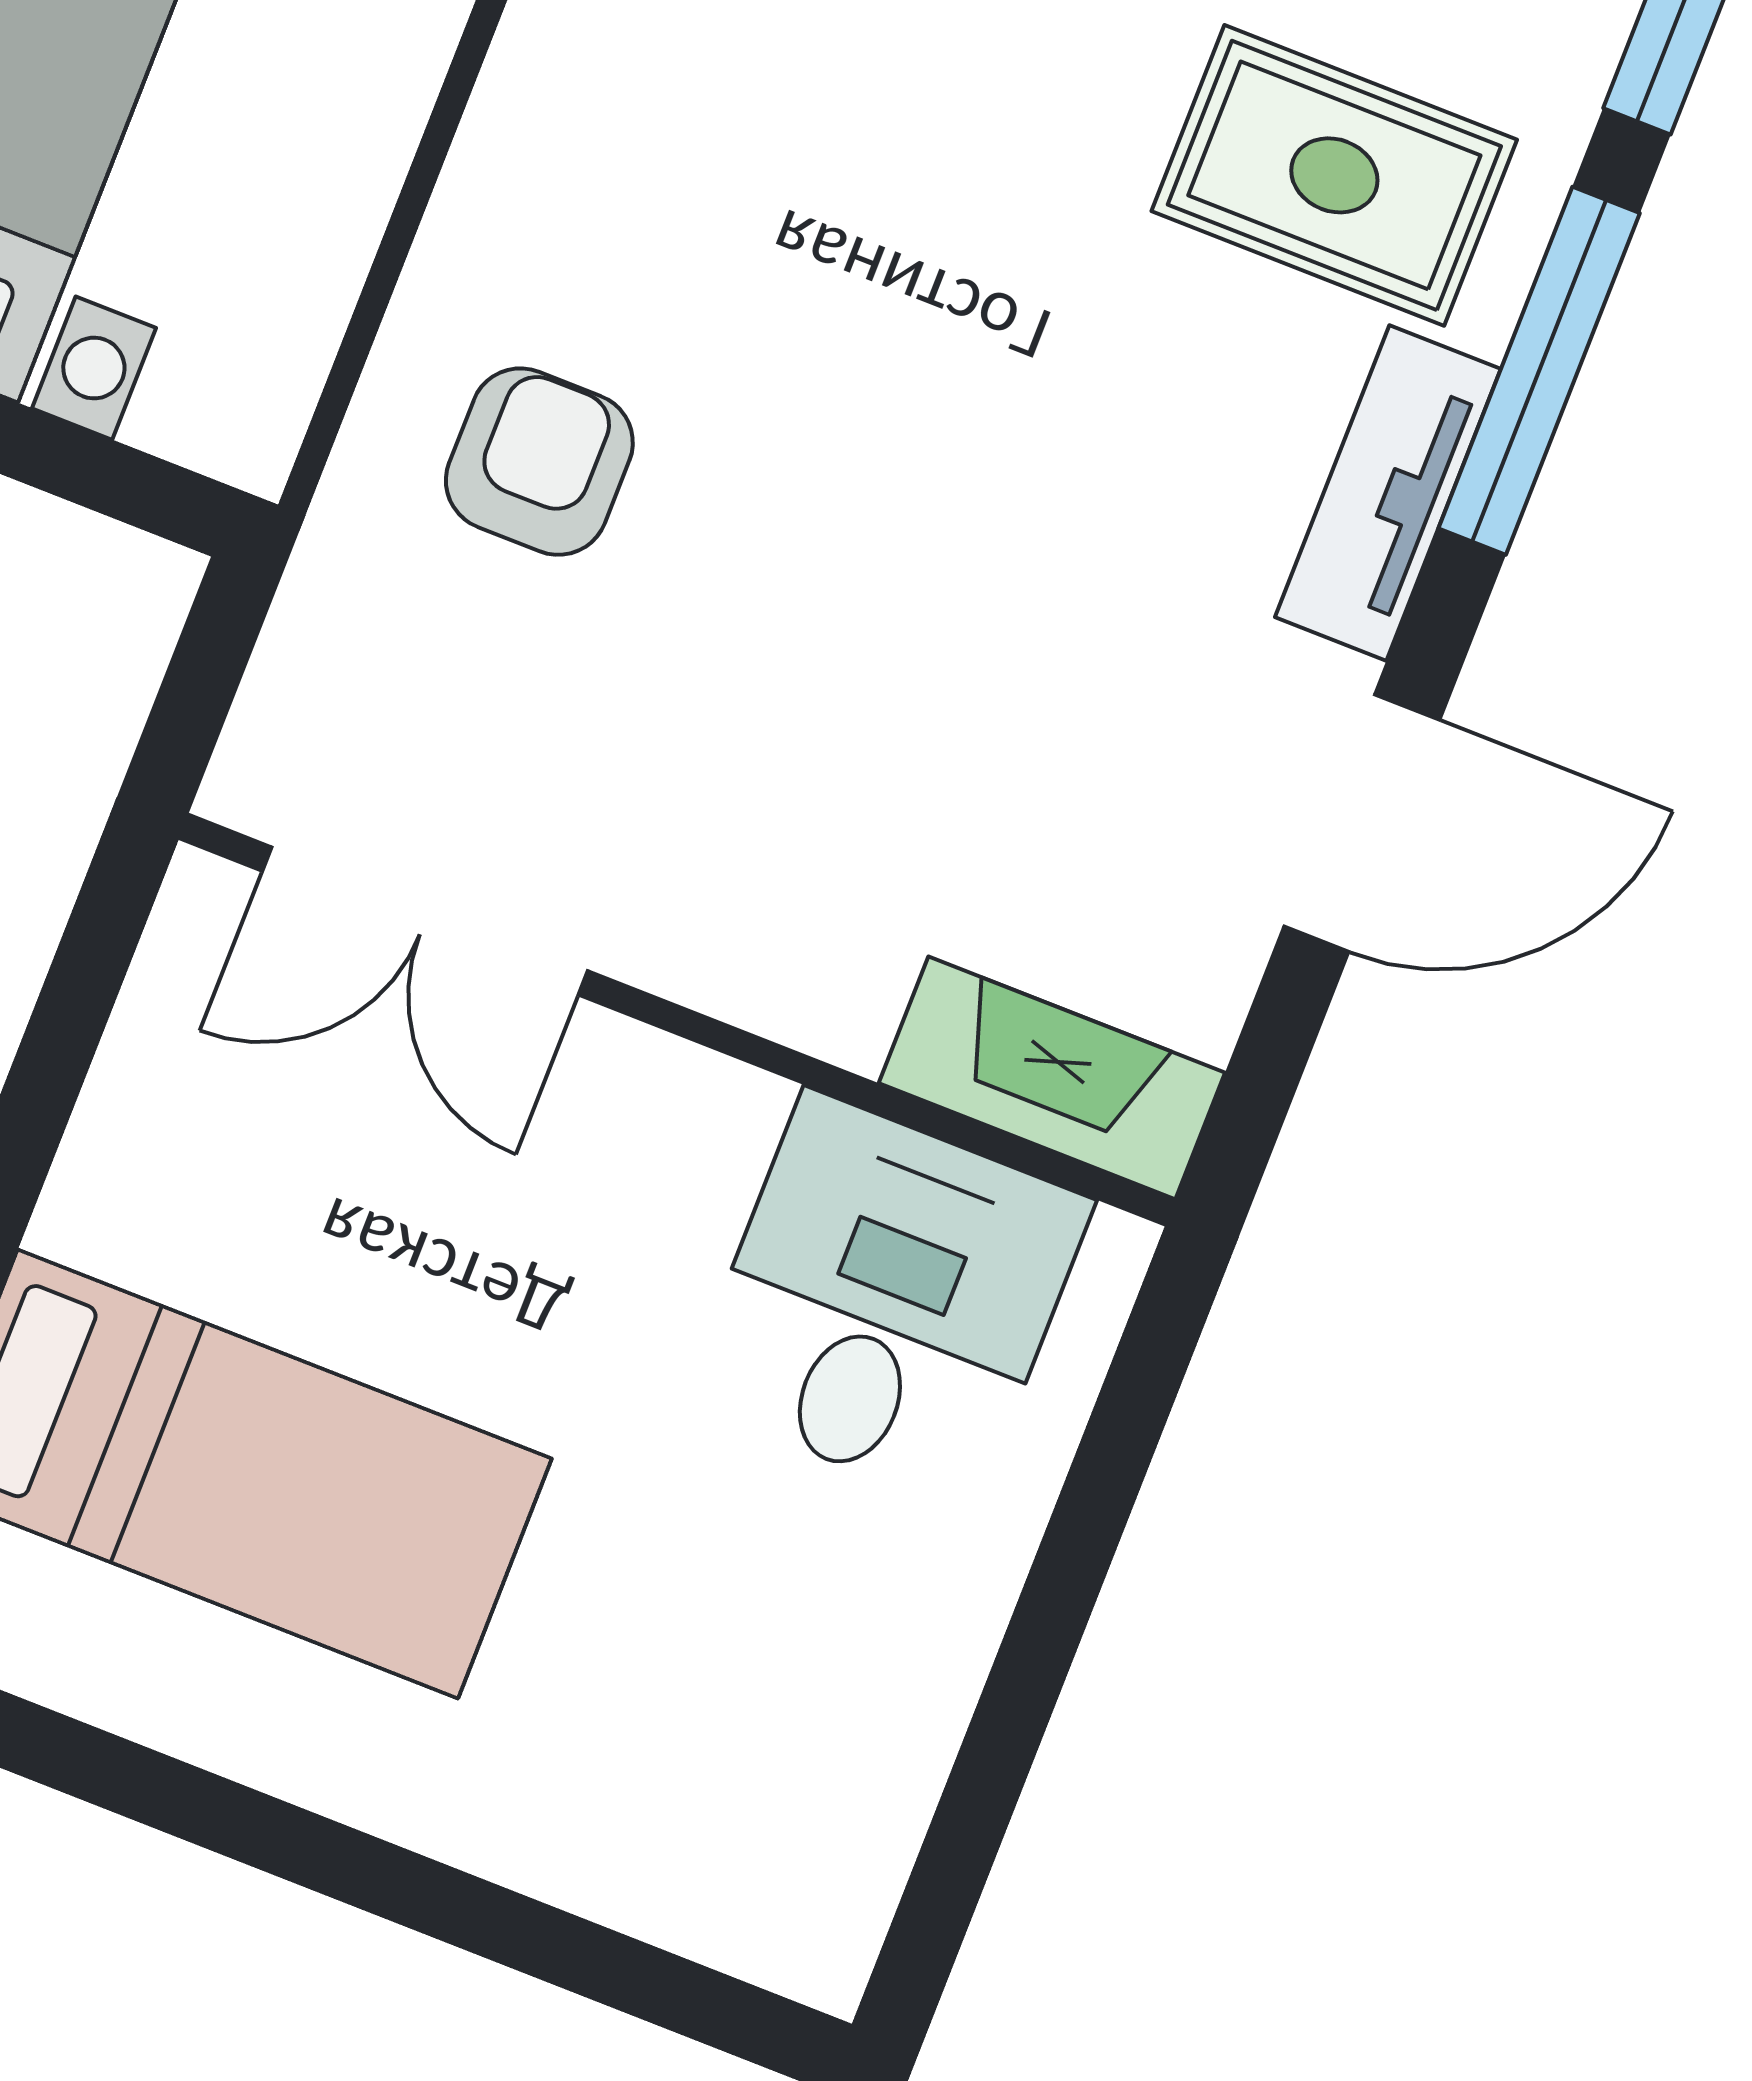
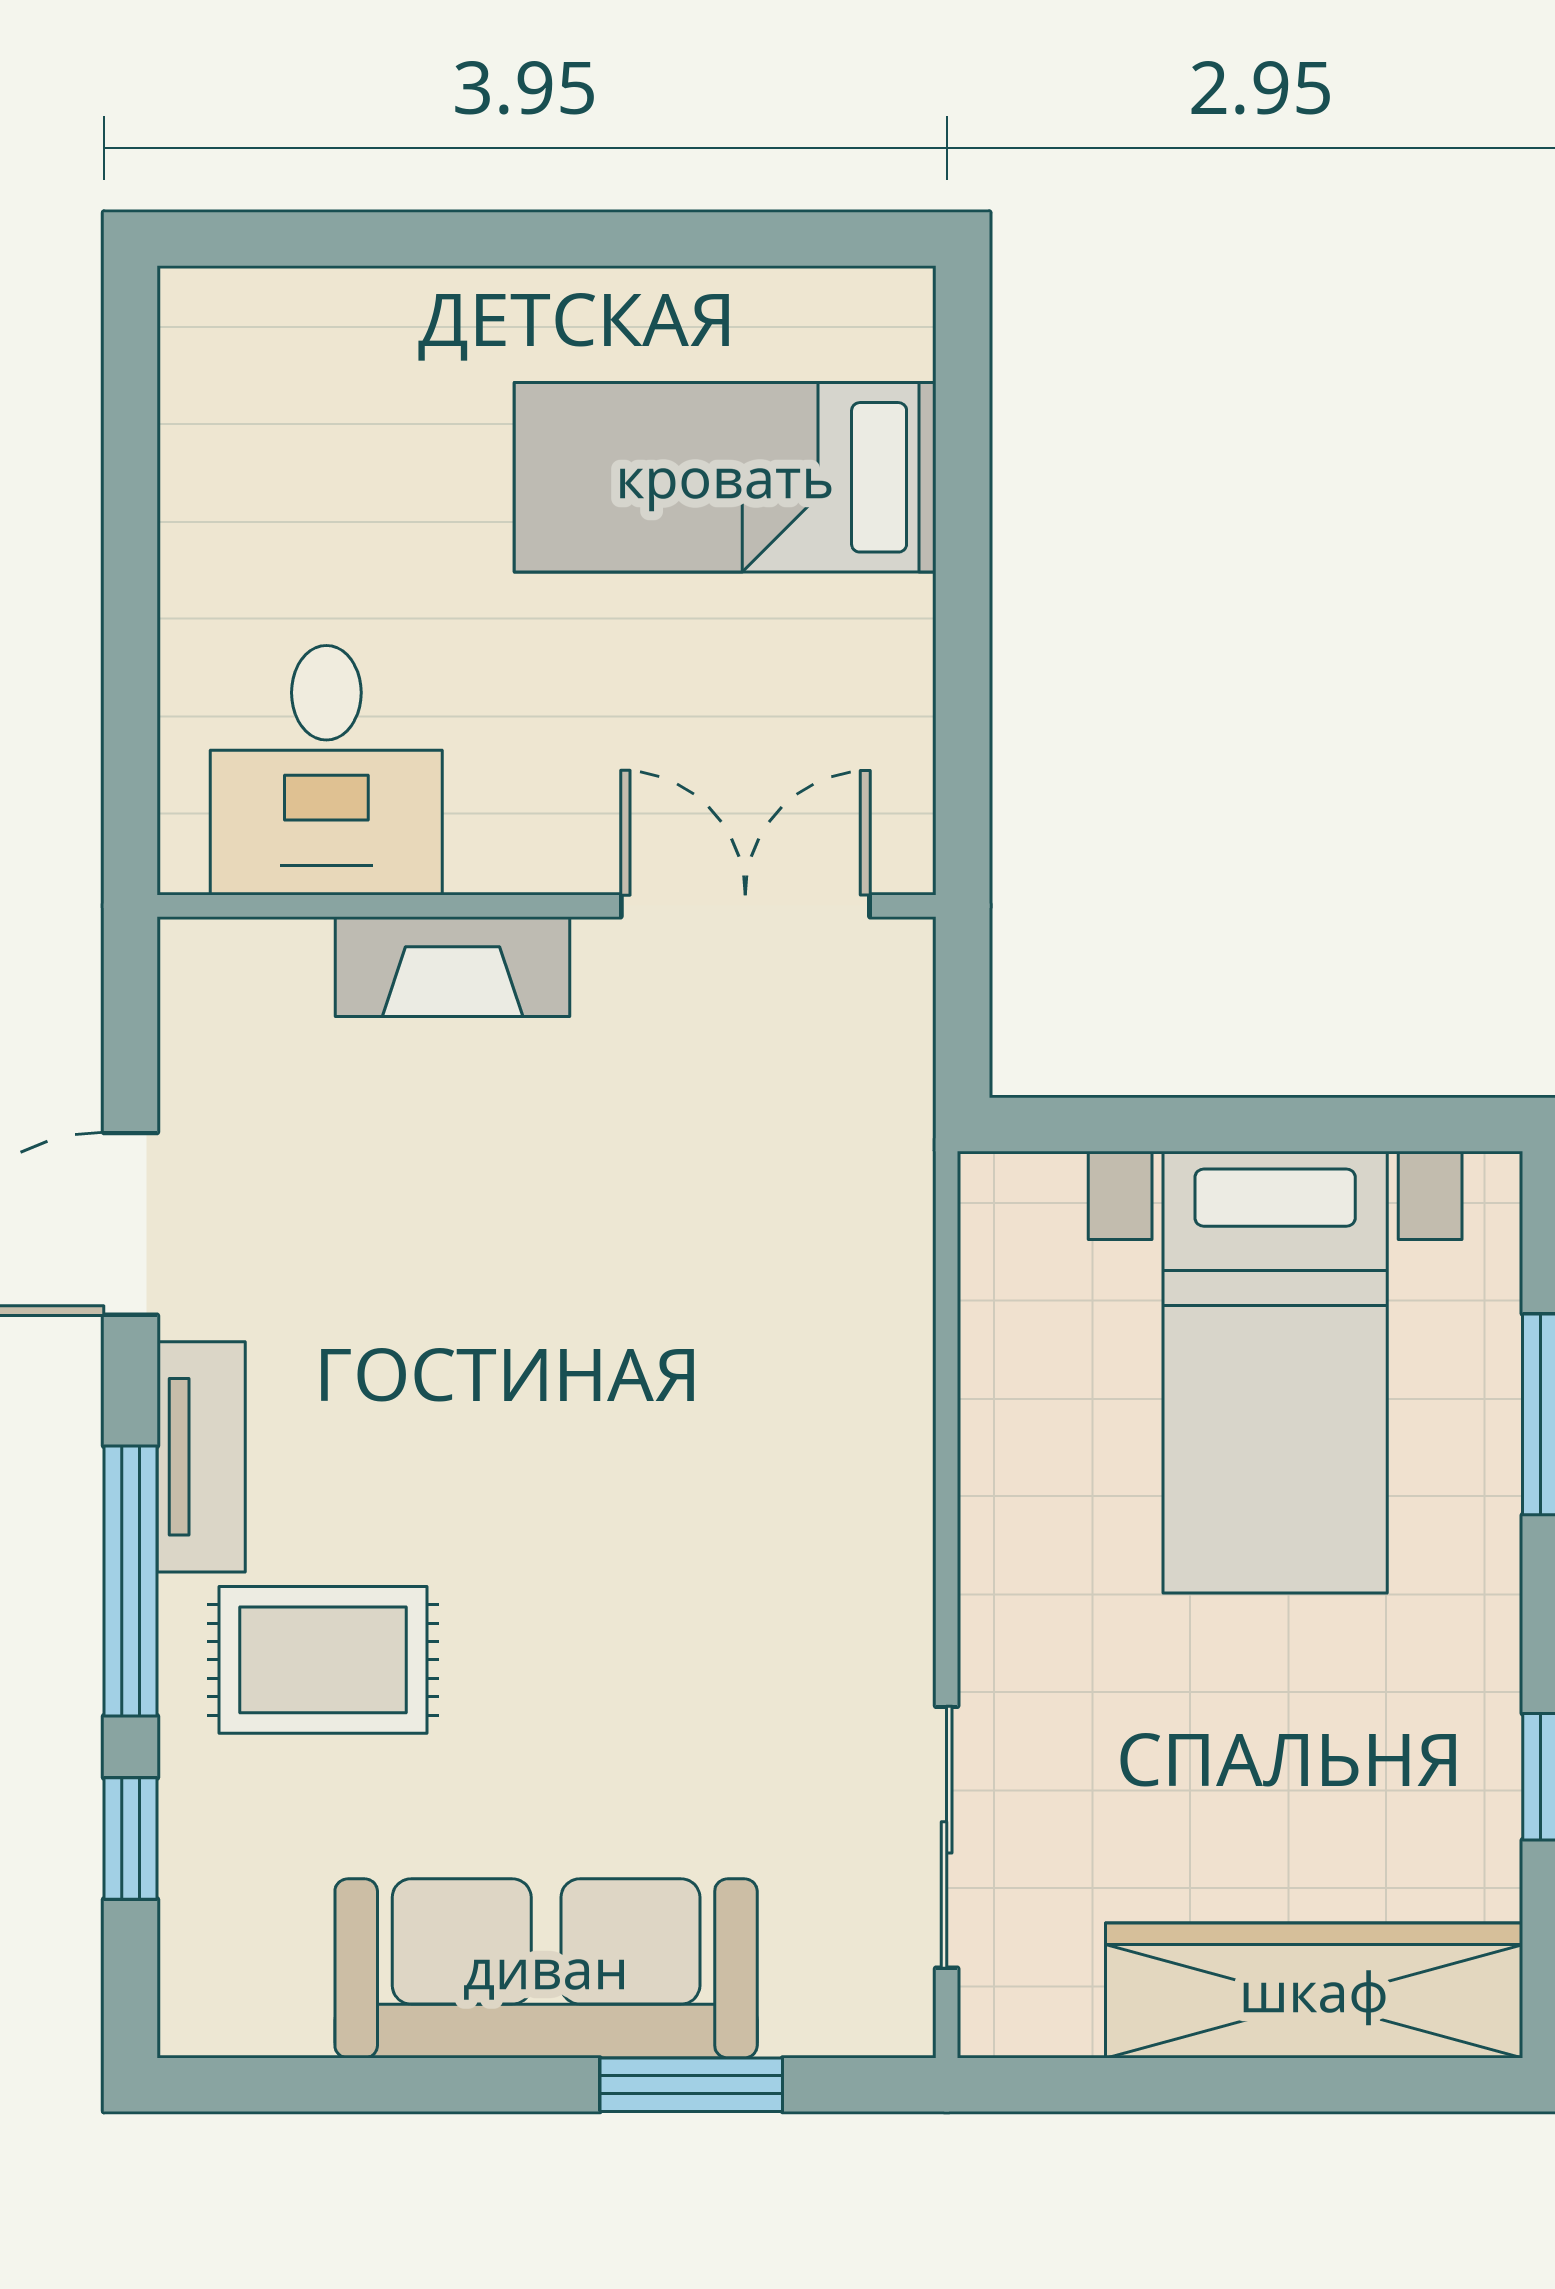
armchair: (539, 462) -> (790, 1251), removed
fireplace: (1052, 1078) -> (453, 967), moved

